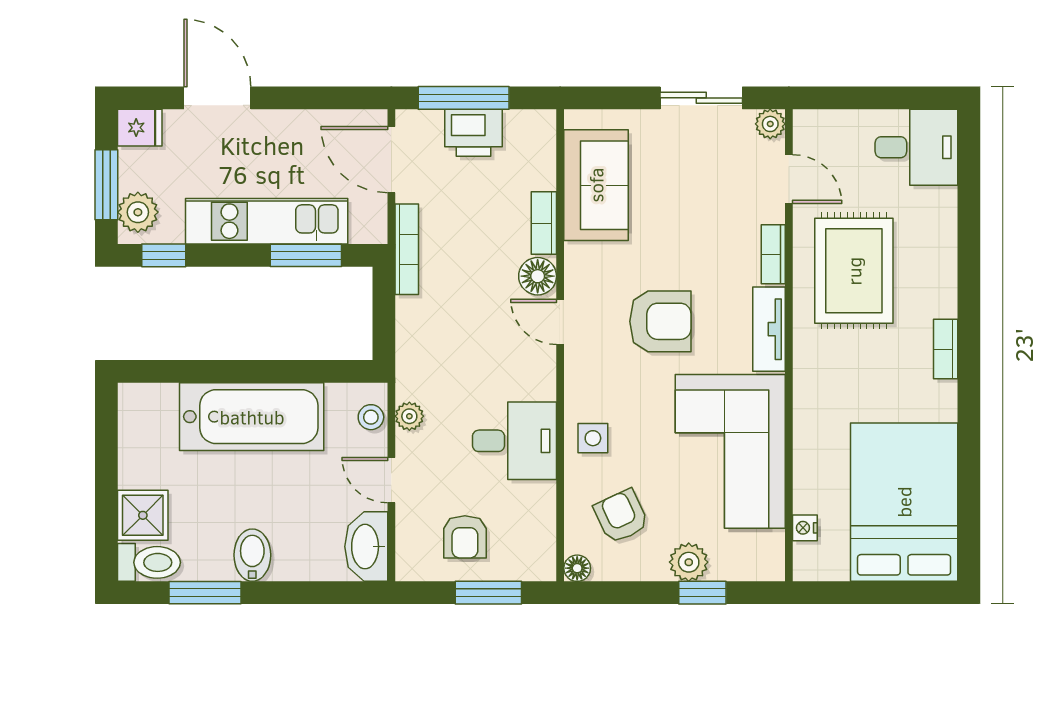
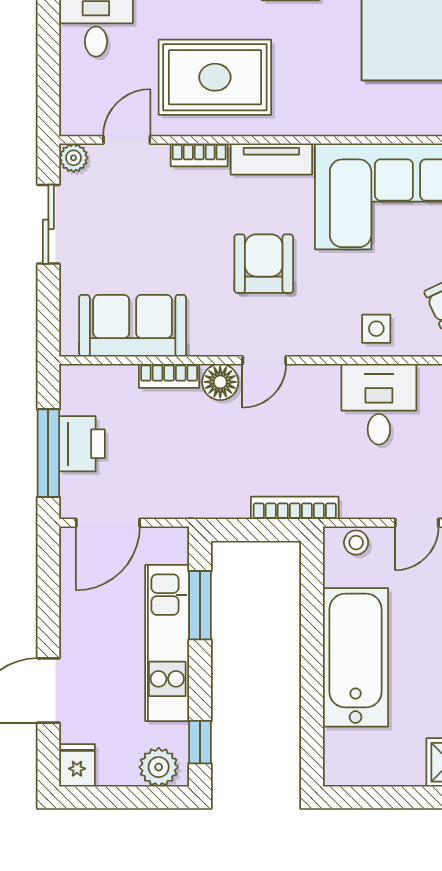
window: (106, 185) -> (132, 797), removed
bookcase: (407, 249) -> (295, 508), moved
plant: (409, 416) -> (355, 506), removed

